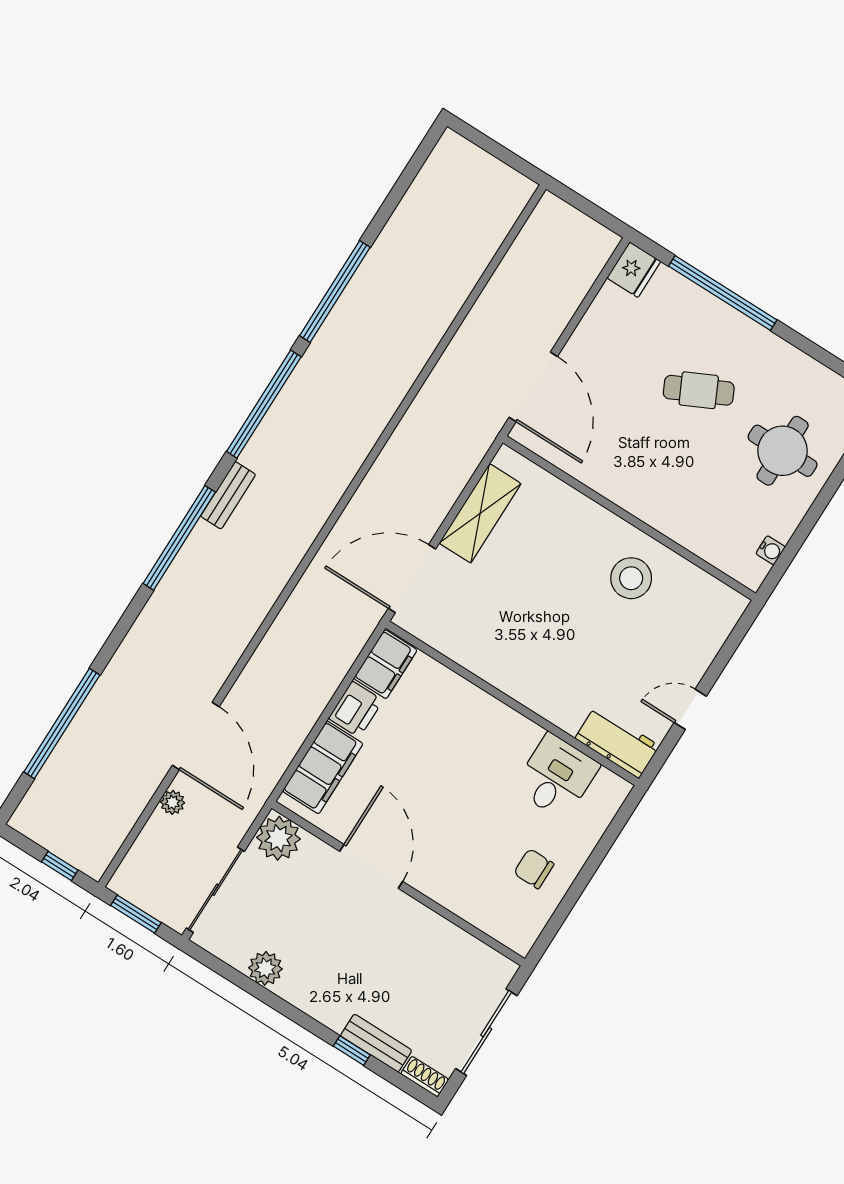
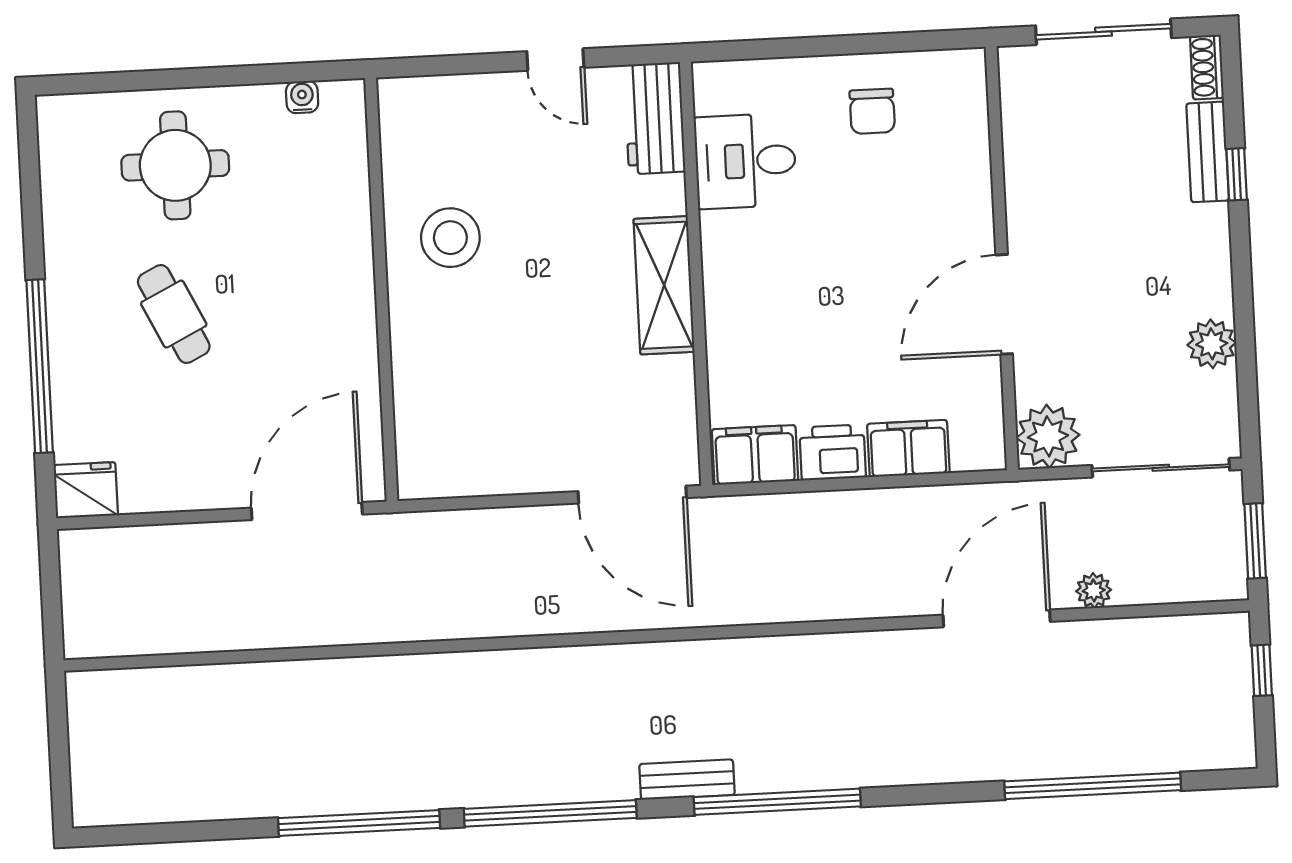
shelving: (480, 513) -> (664, 285), moved, turned 90
filing cabinet: (323, 767) -> (908, 449), width x0.67, depth x0.86

